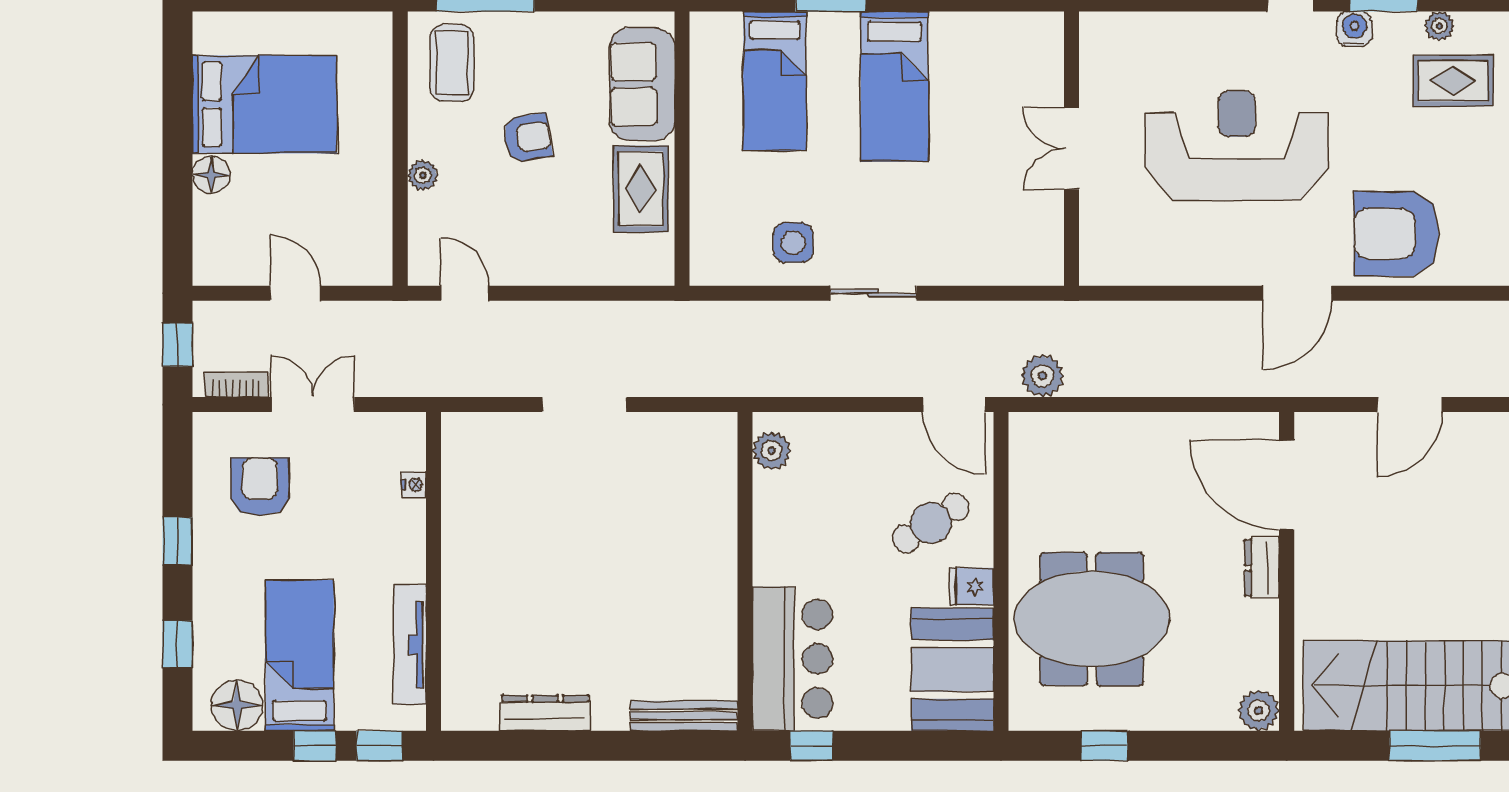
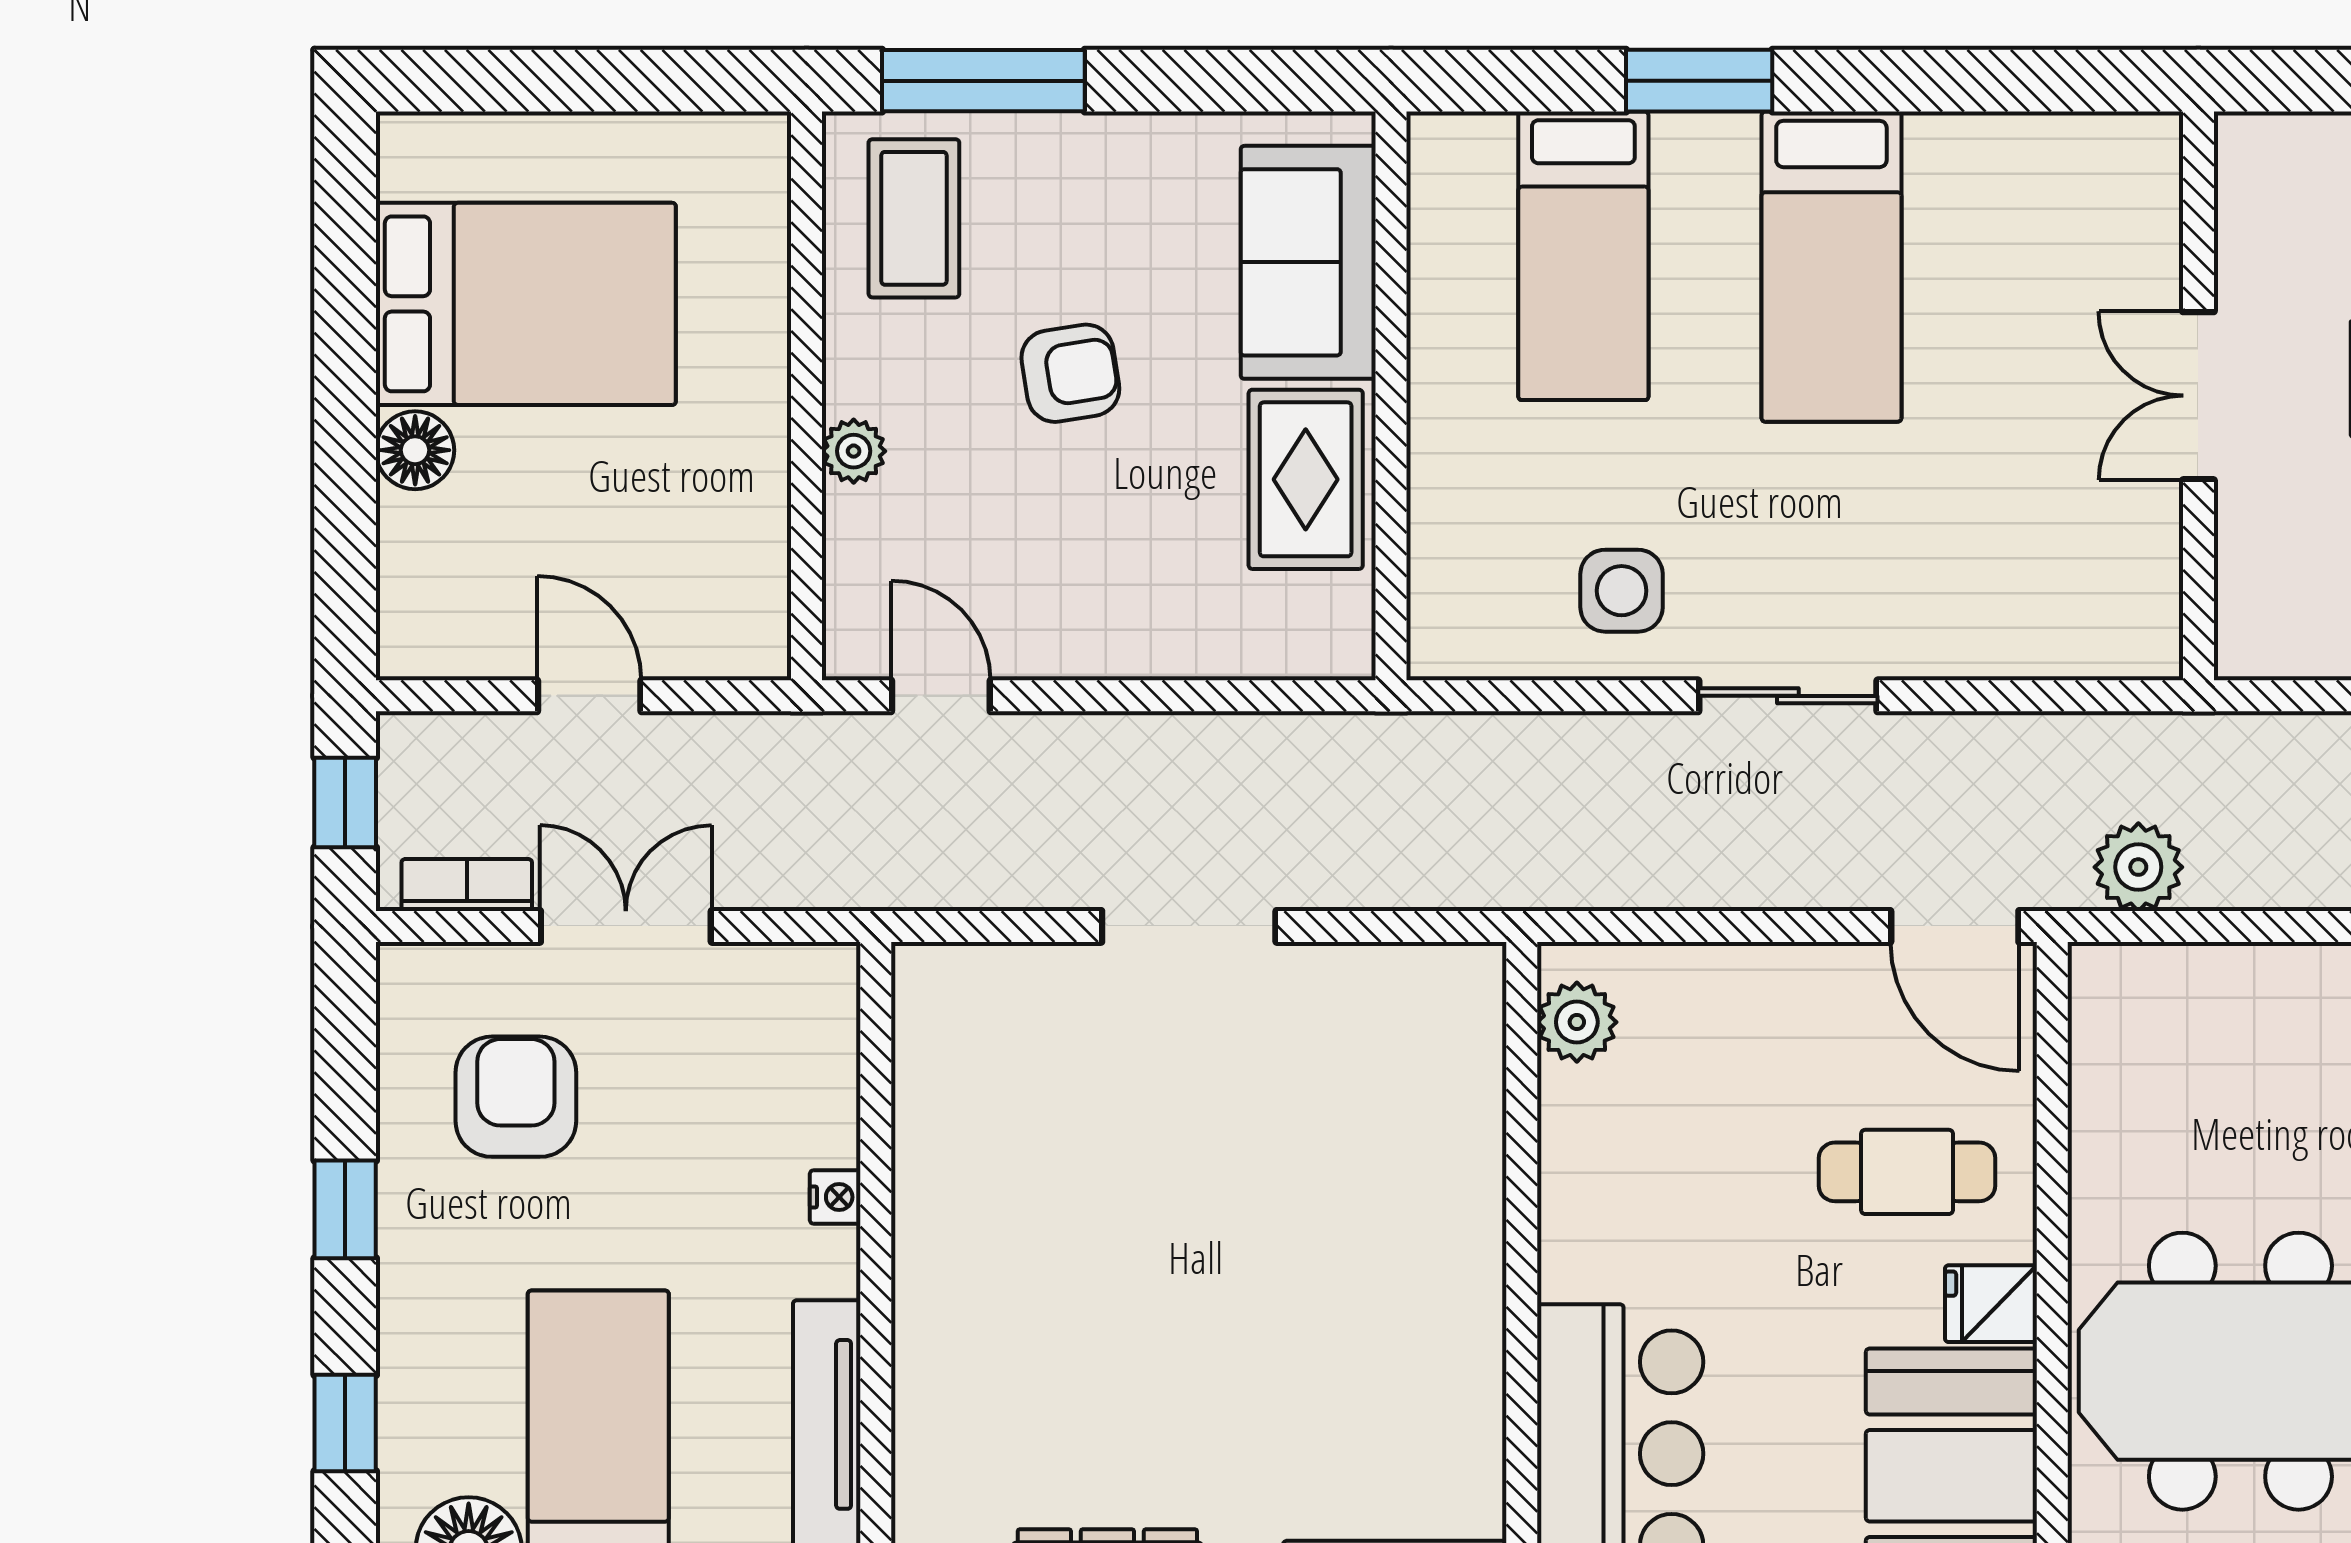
nightstand: (414, 485) -> (835, 1197), moved
cafe table: (931, 523) -> (1907, 1172), turned 33

